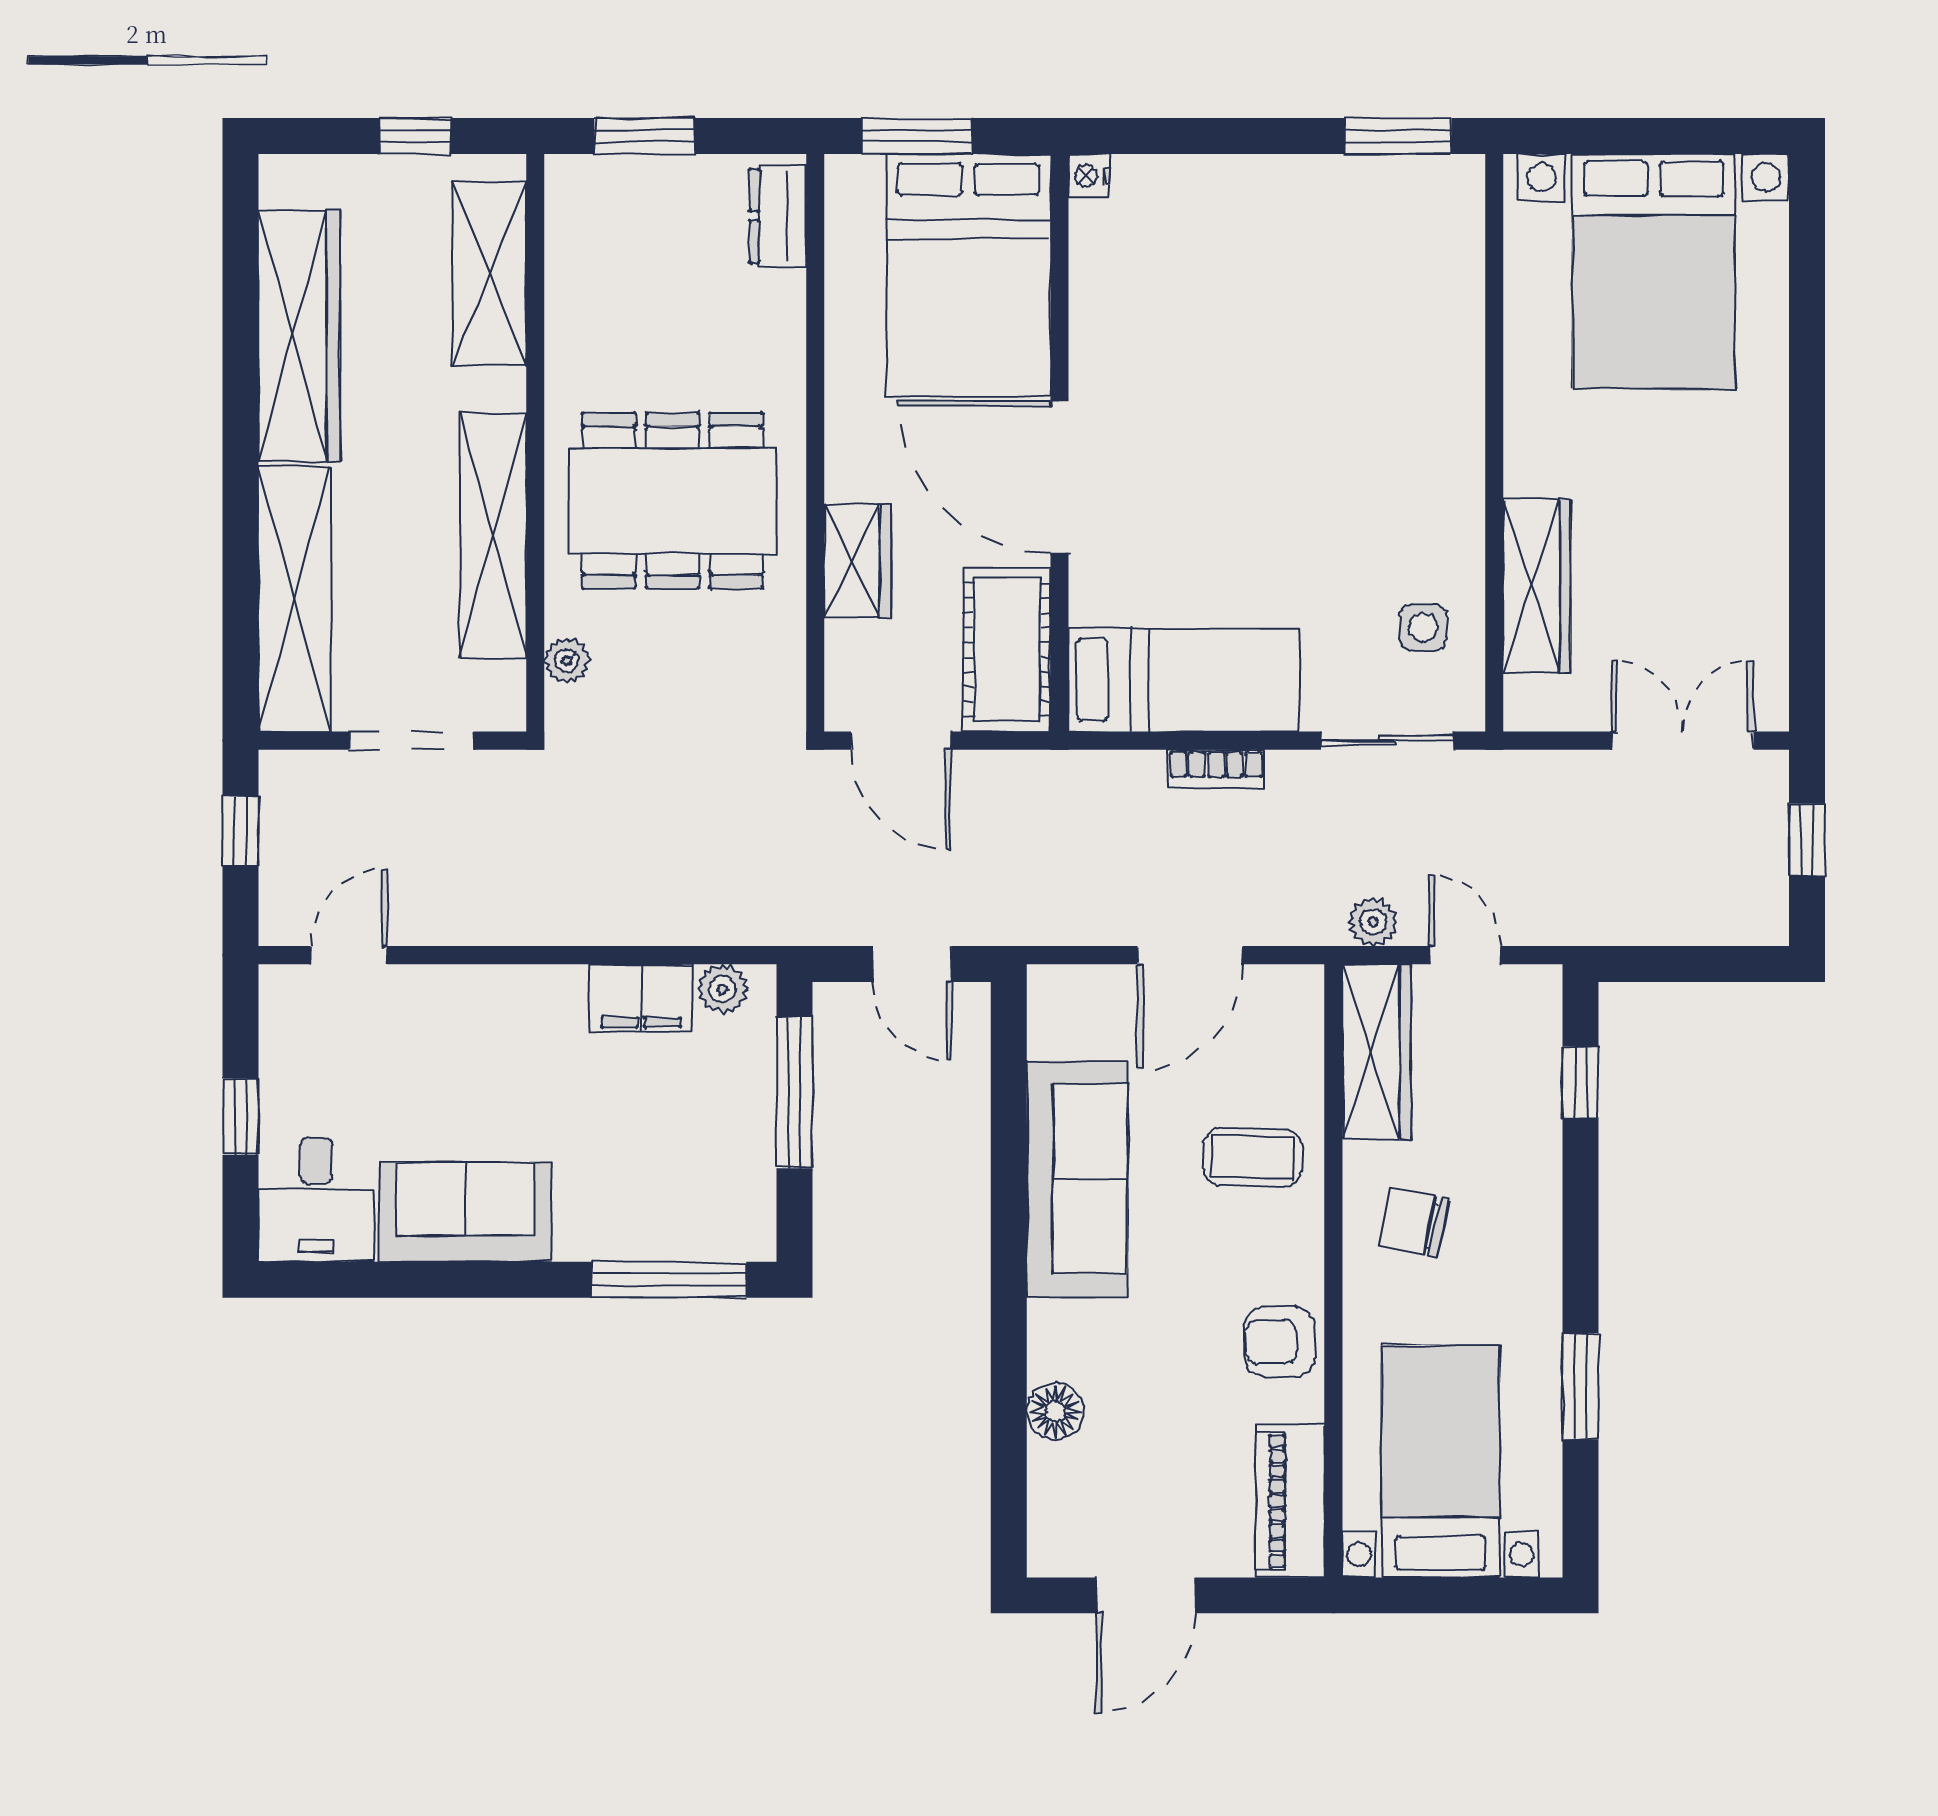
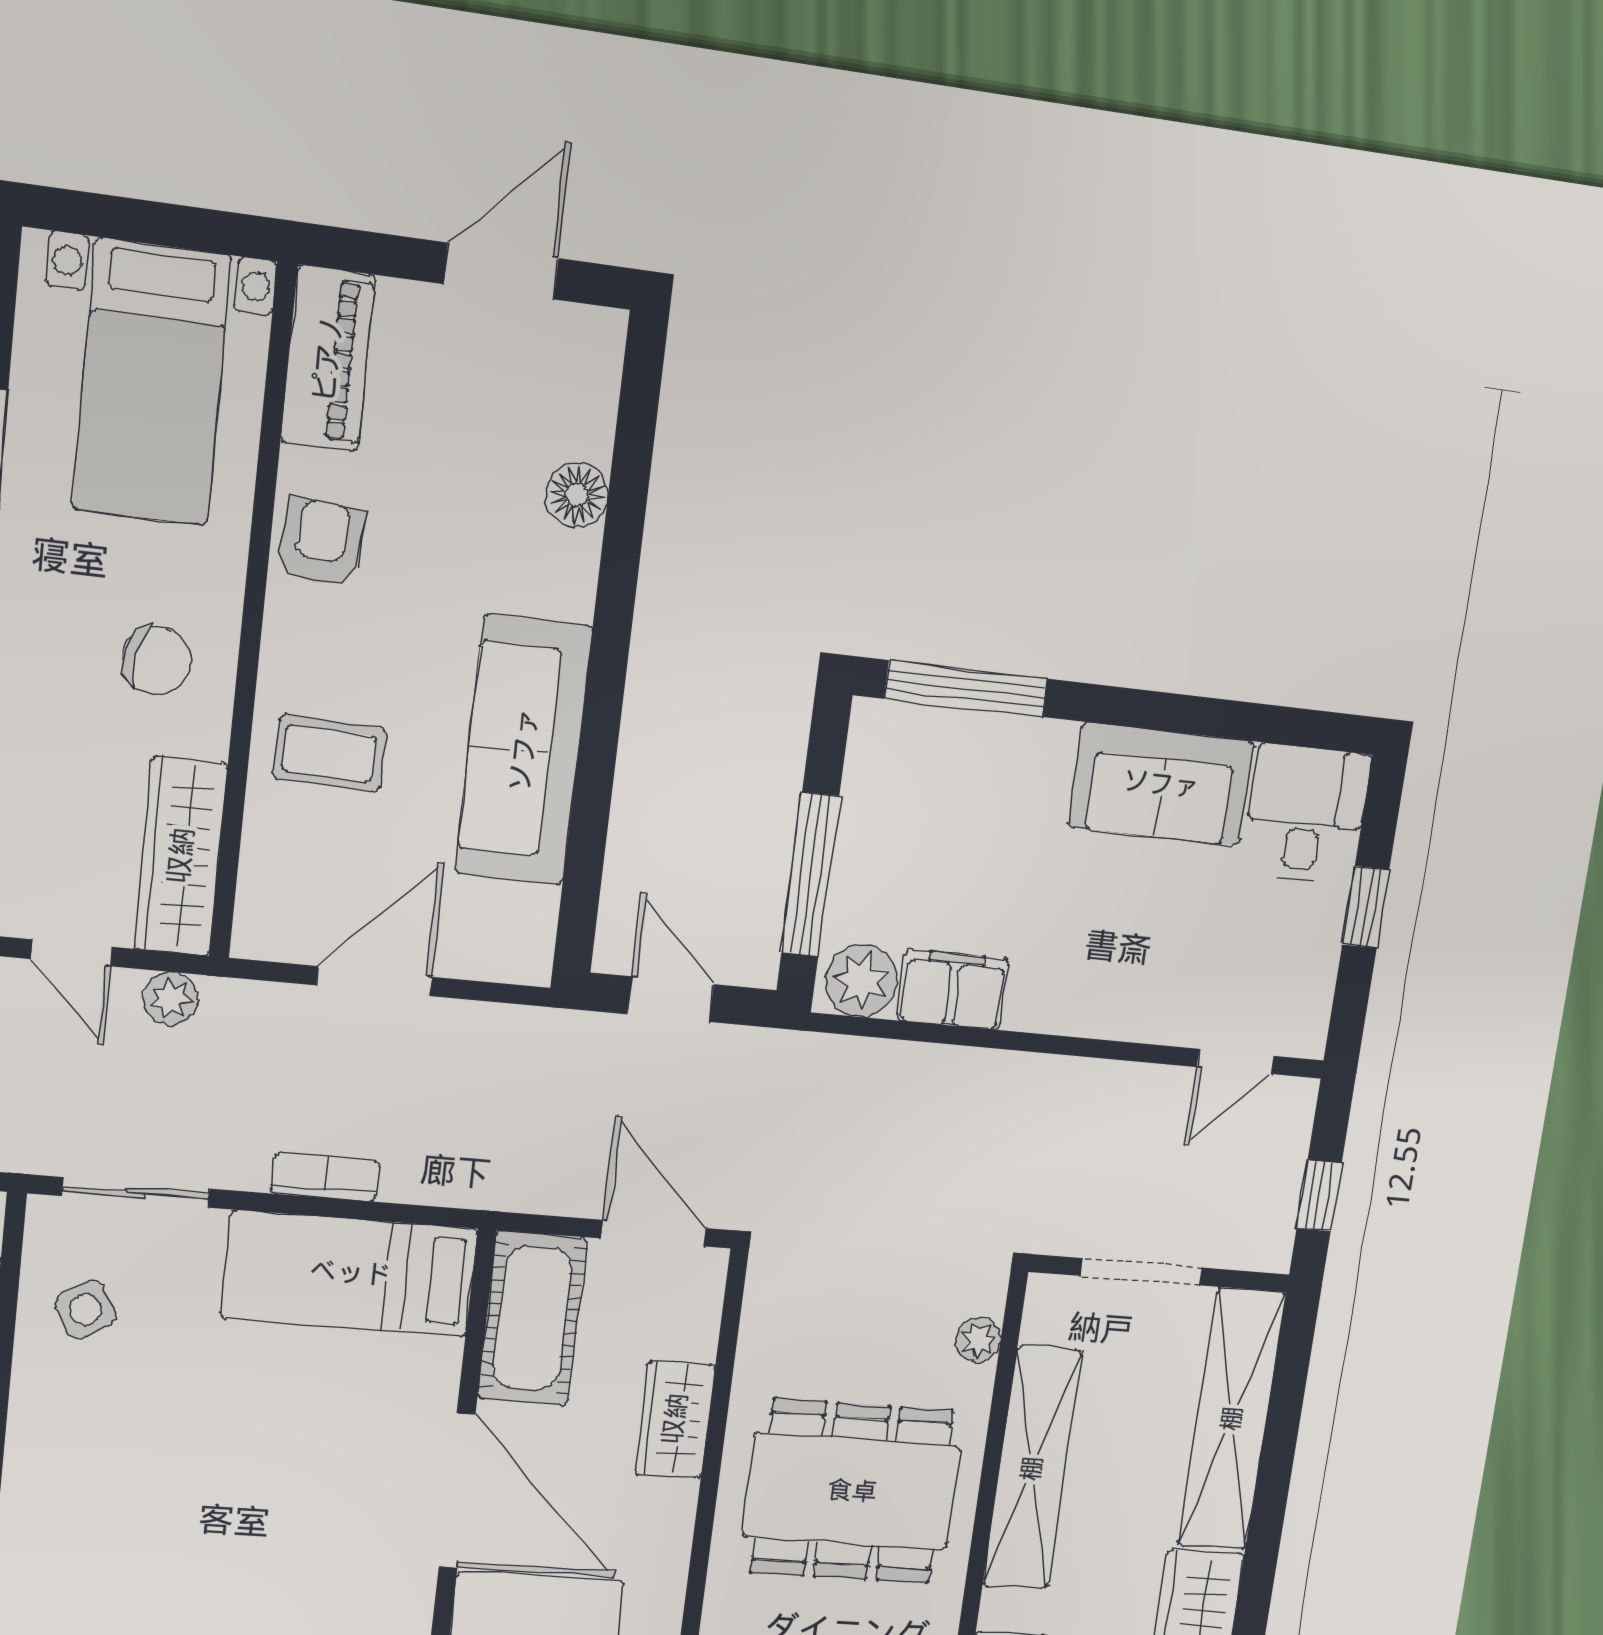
side table: (1423, 627) -> (85, 1309), turned -30
plant: (722, 989) -> (861, 981), width x1.38, depth x1.38
armchair: (1280, 1342) -> (321, 543), turned -85

